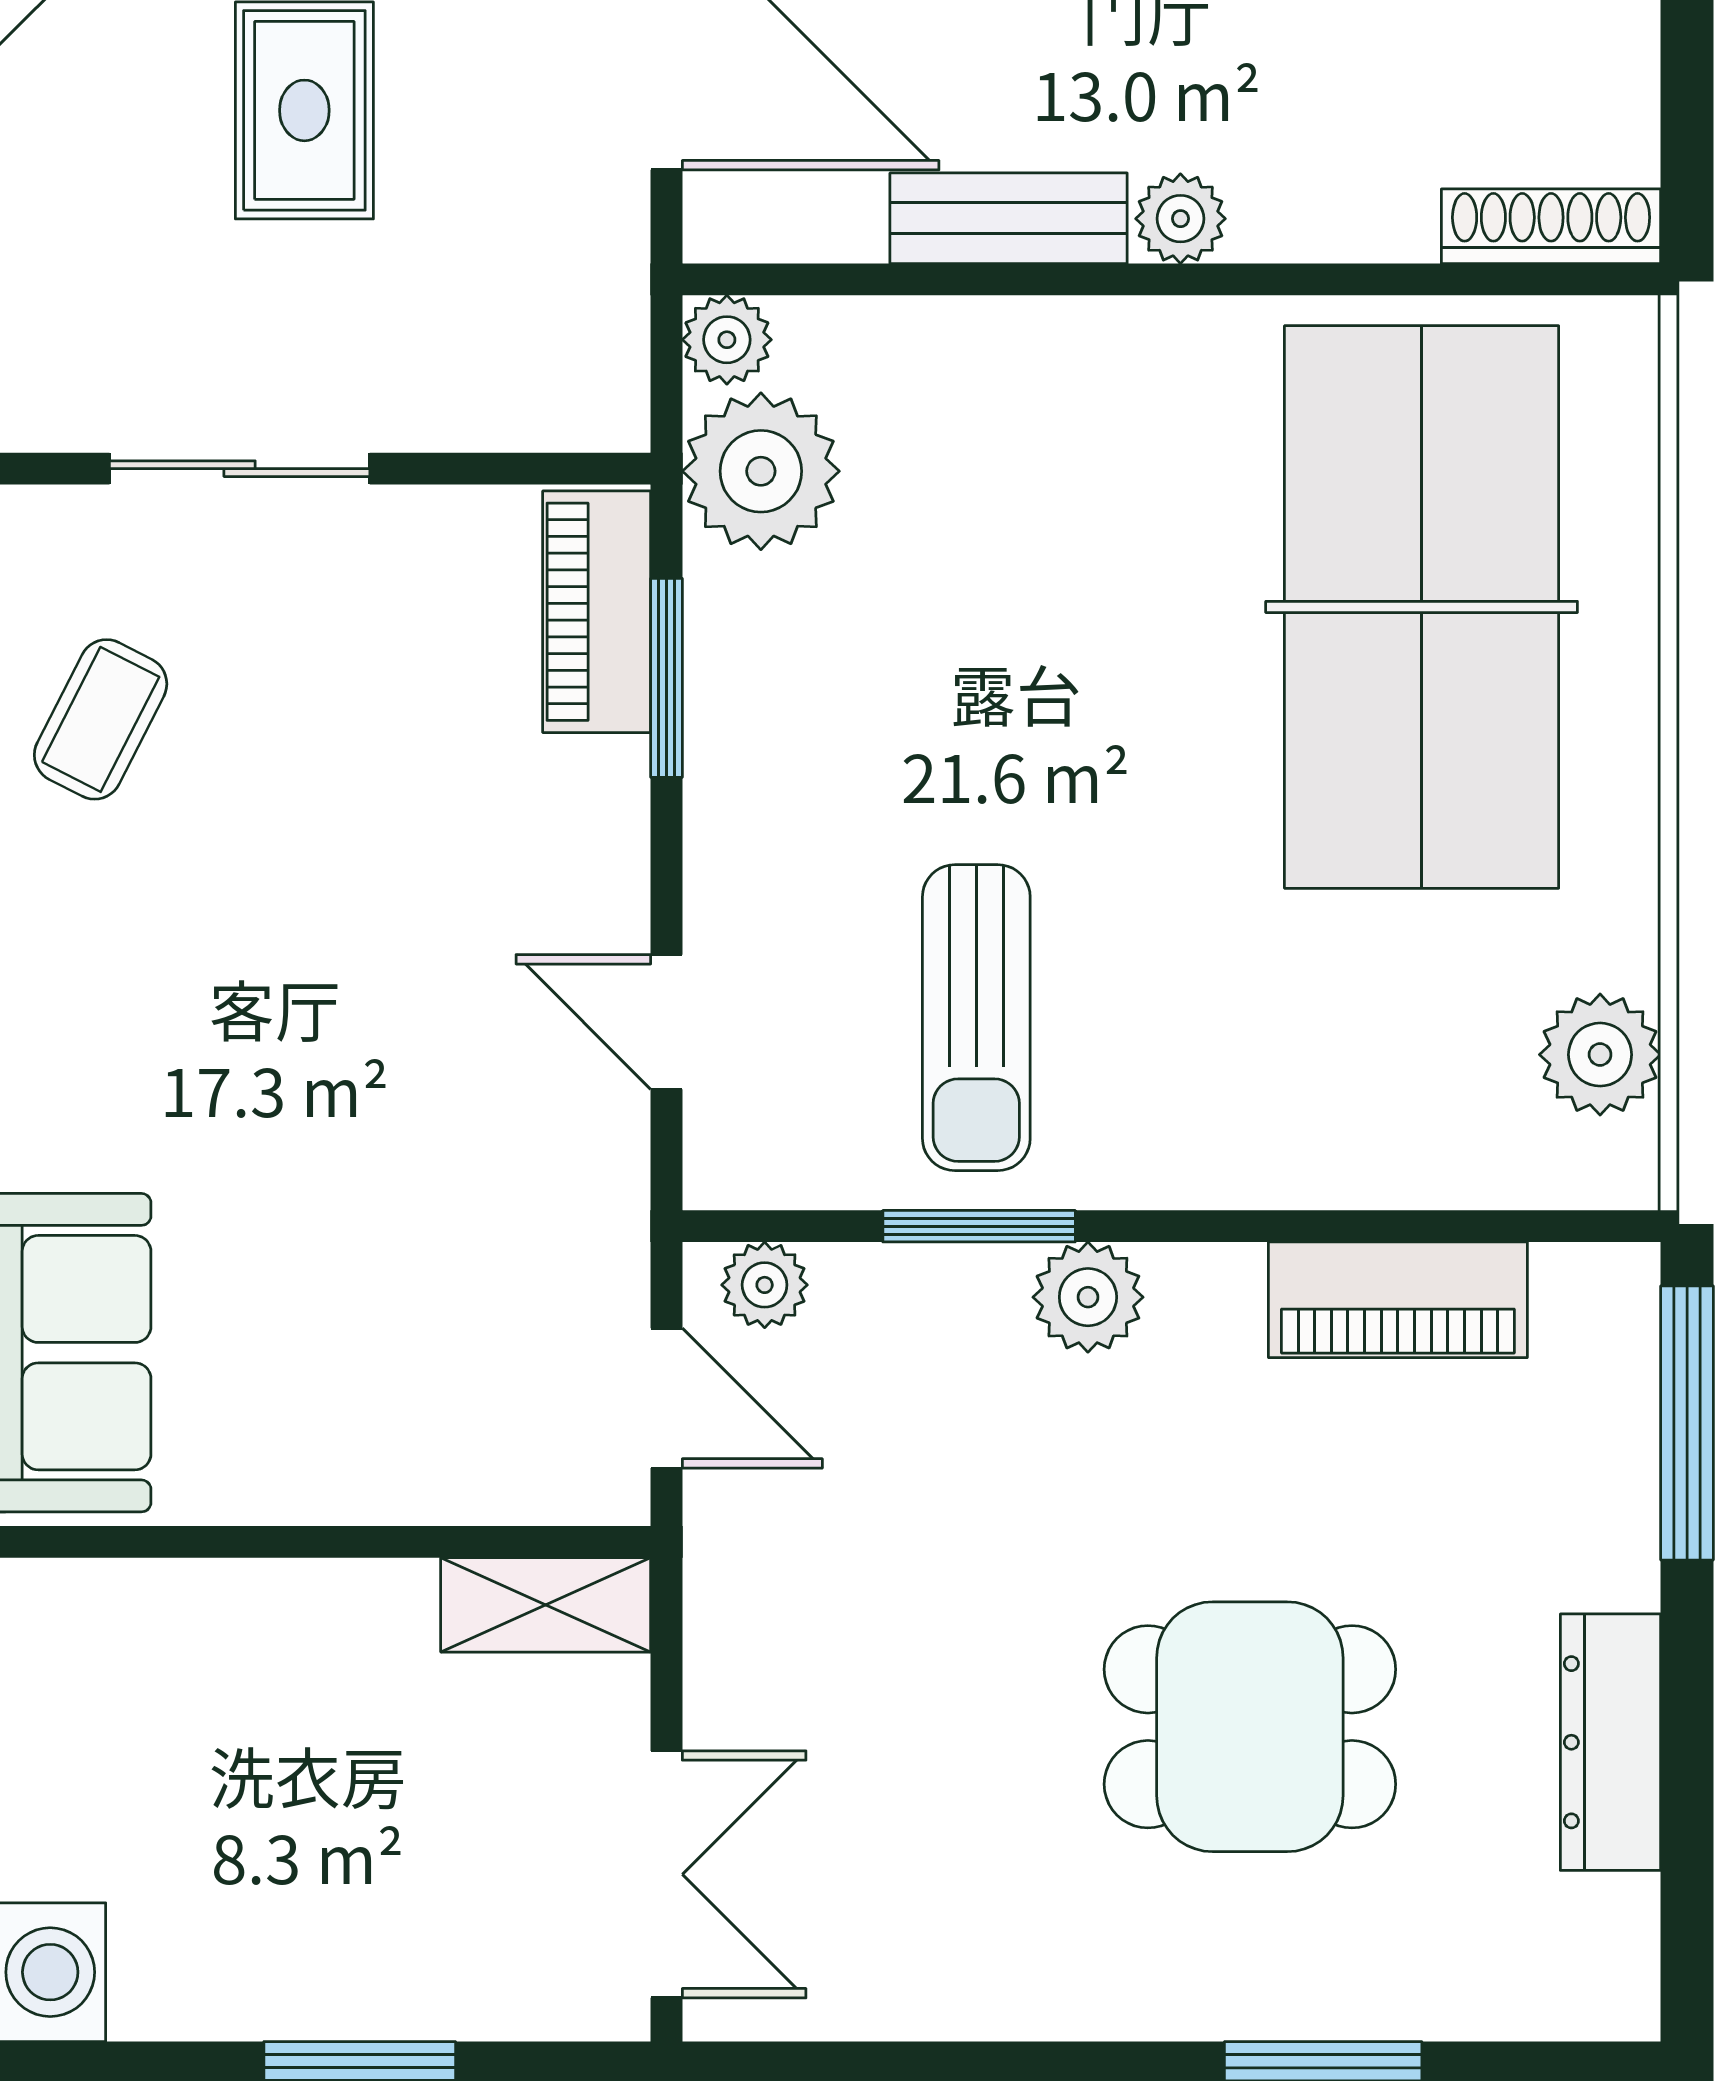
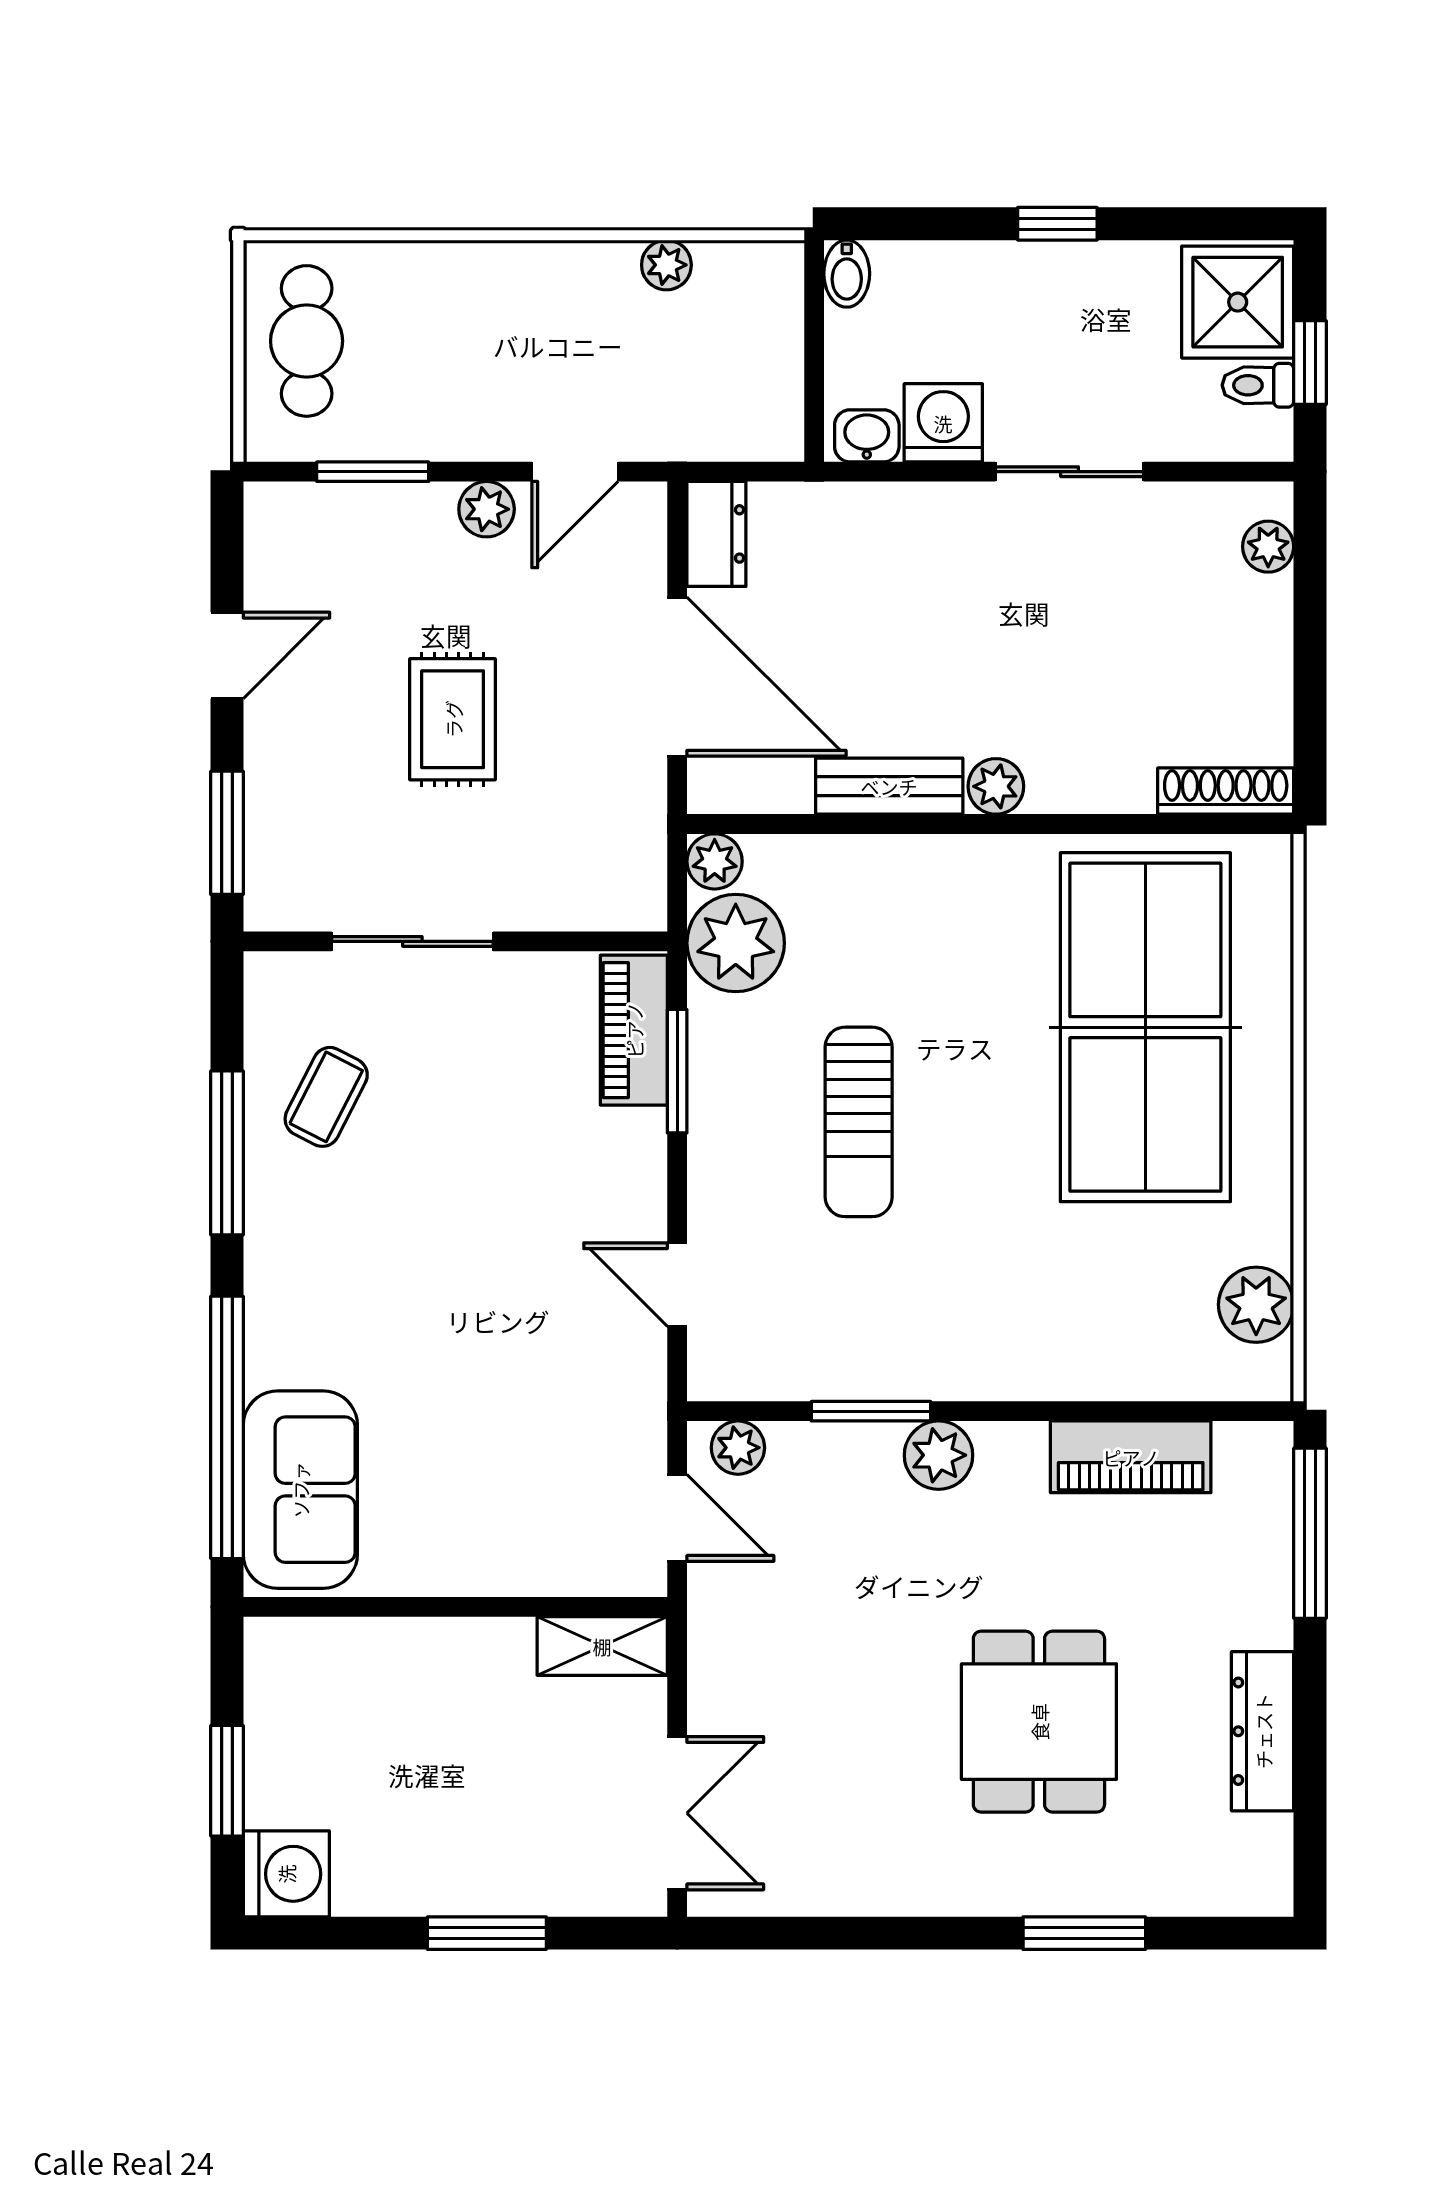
sun lounger: (976, 1018) -> (859, 1122), moved
dining table: (1250, 1727) -> (1039, 1722), turned 90

